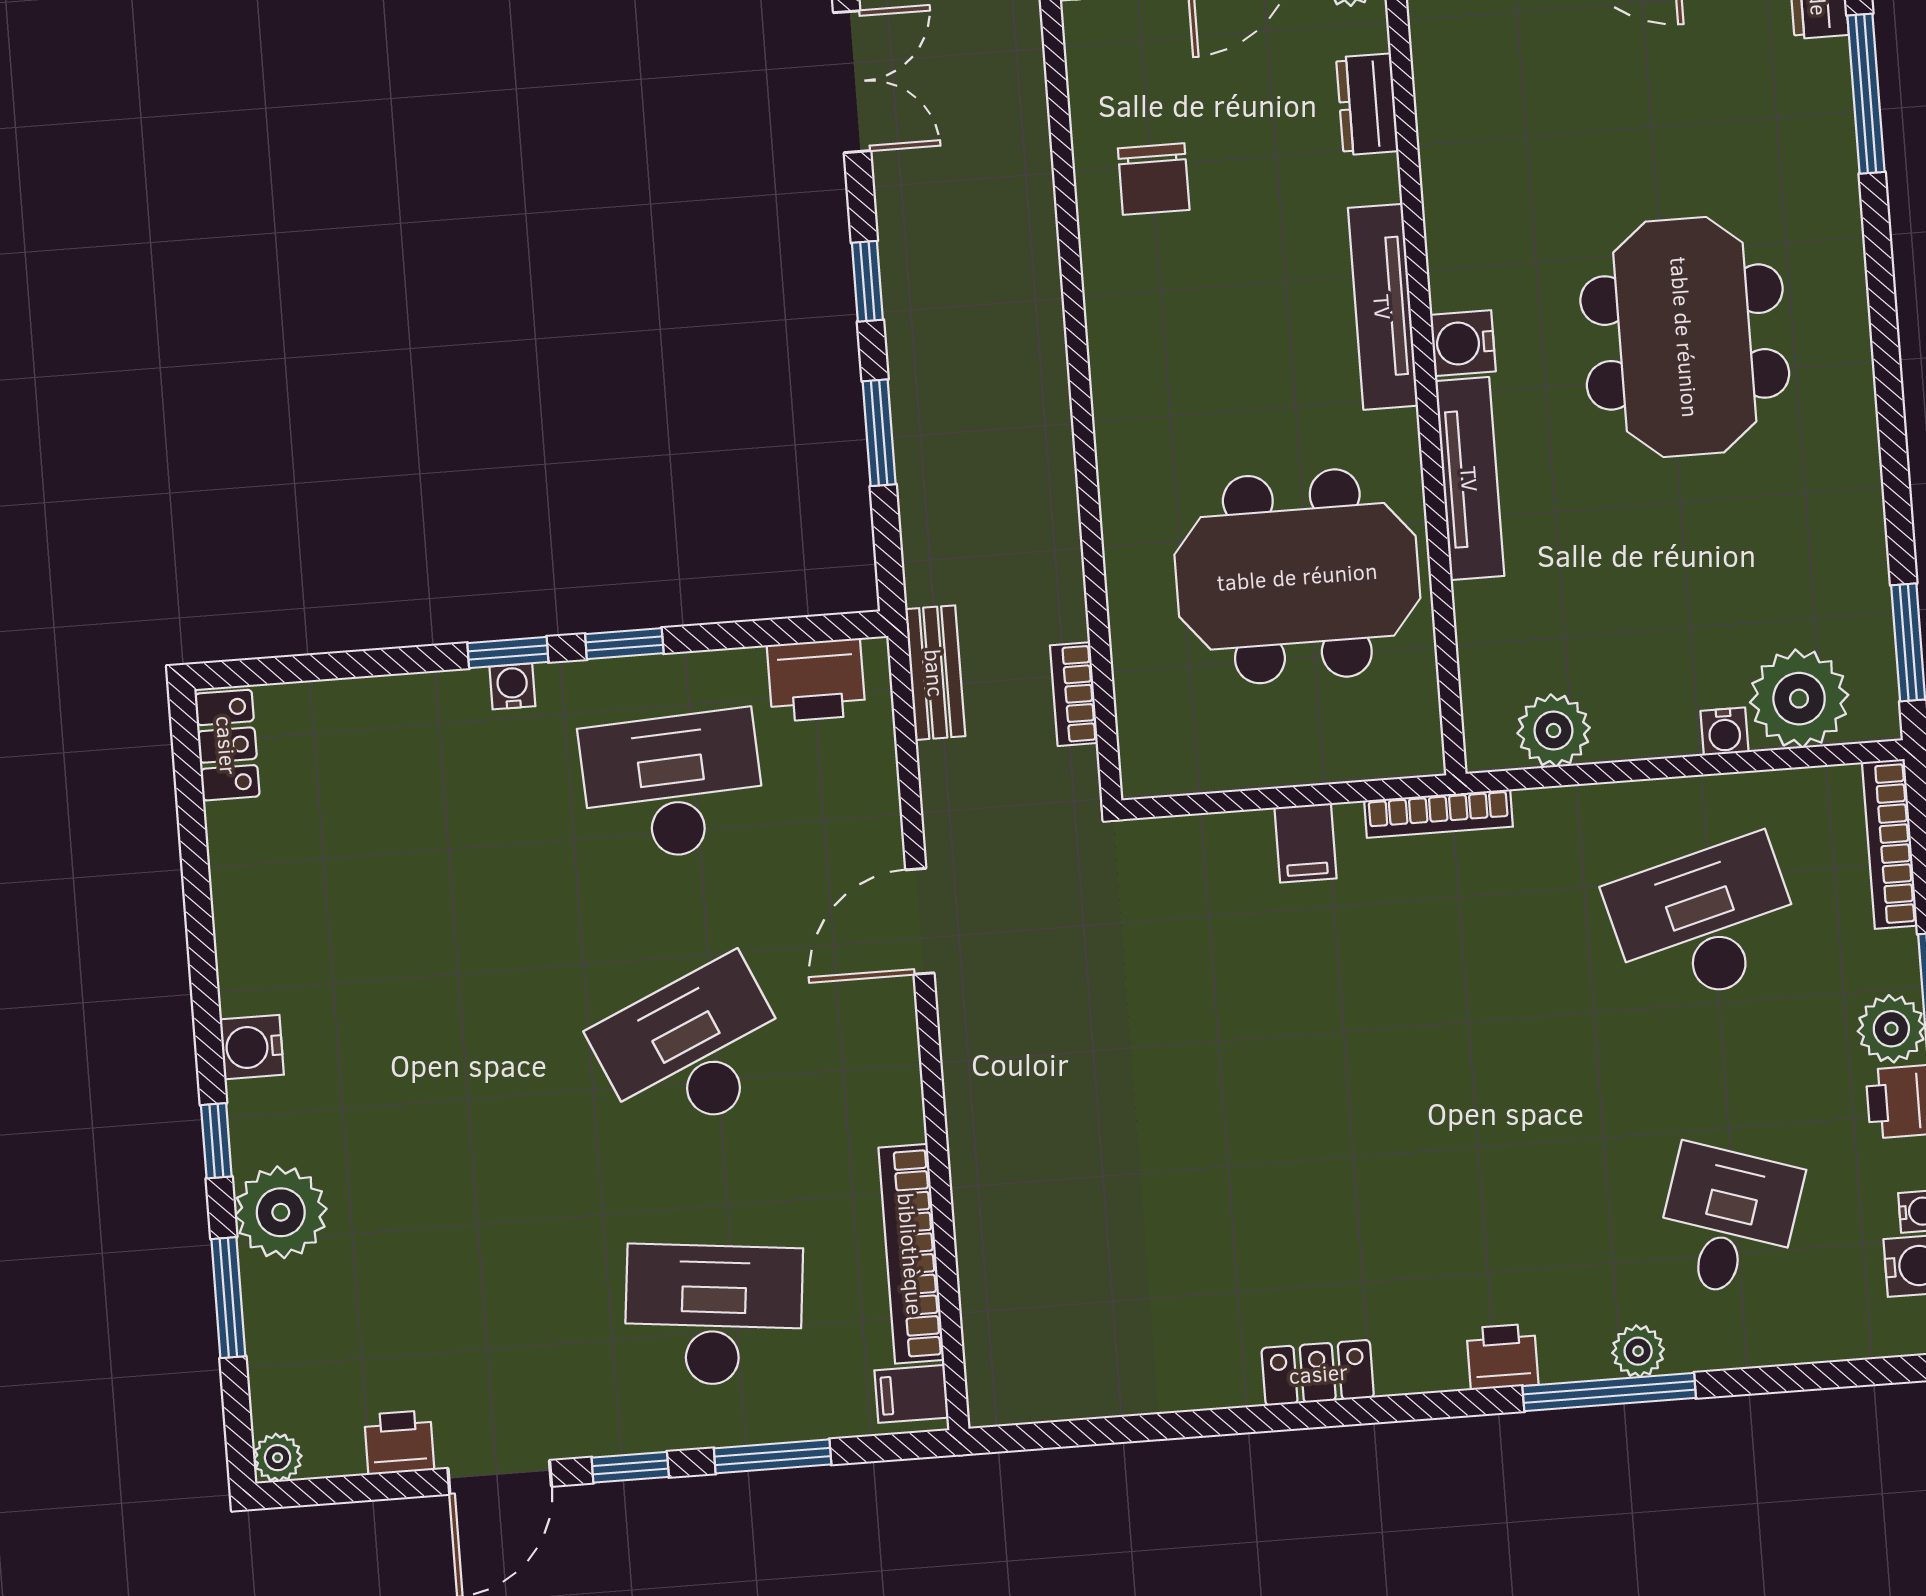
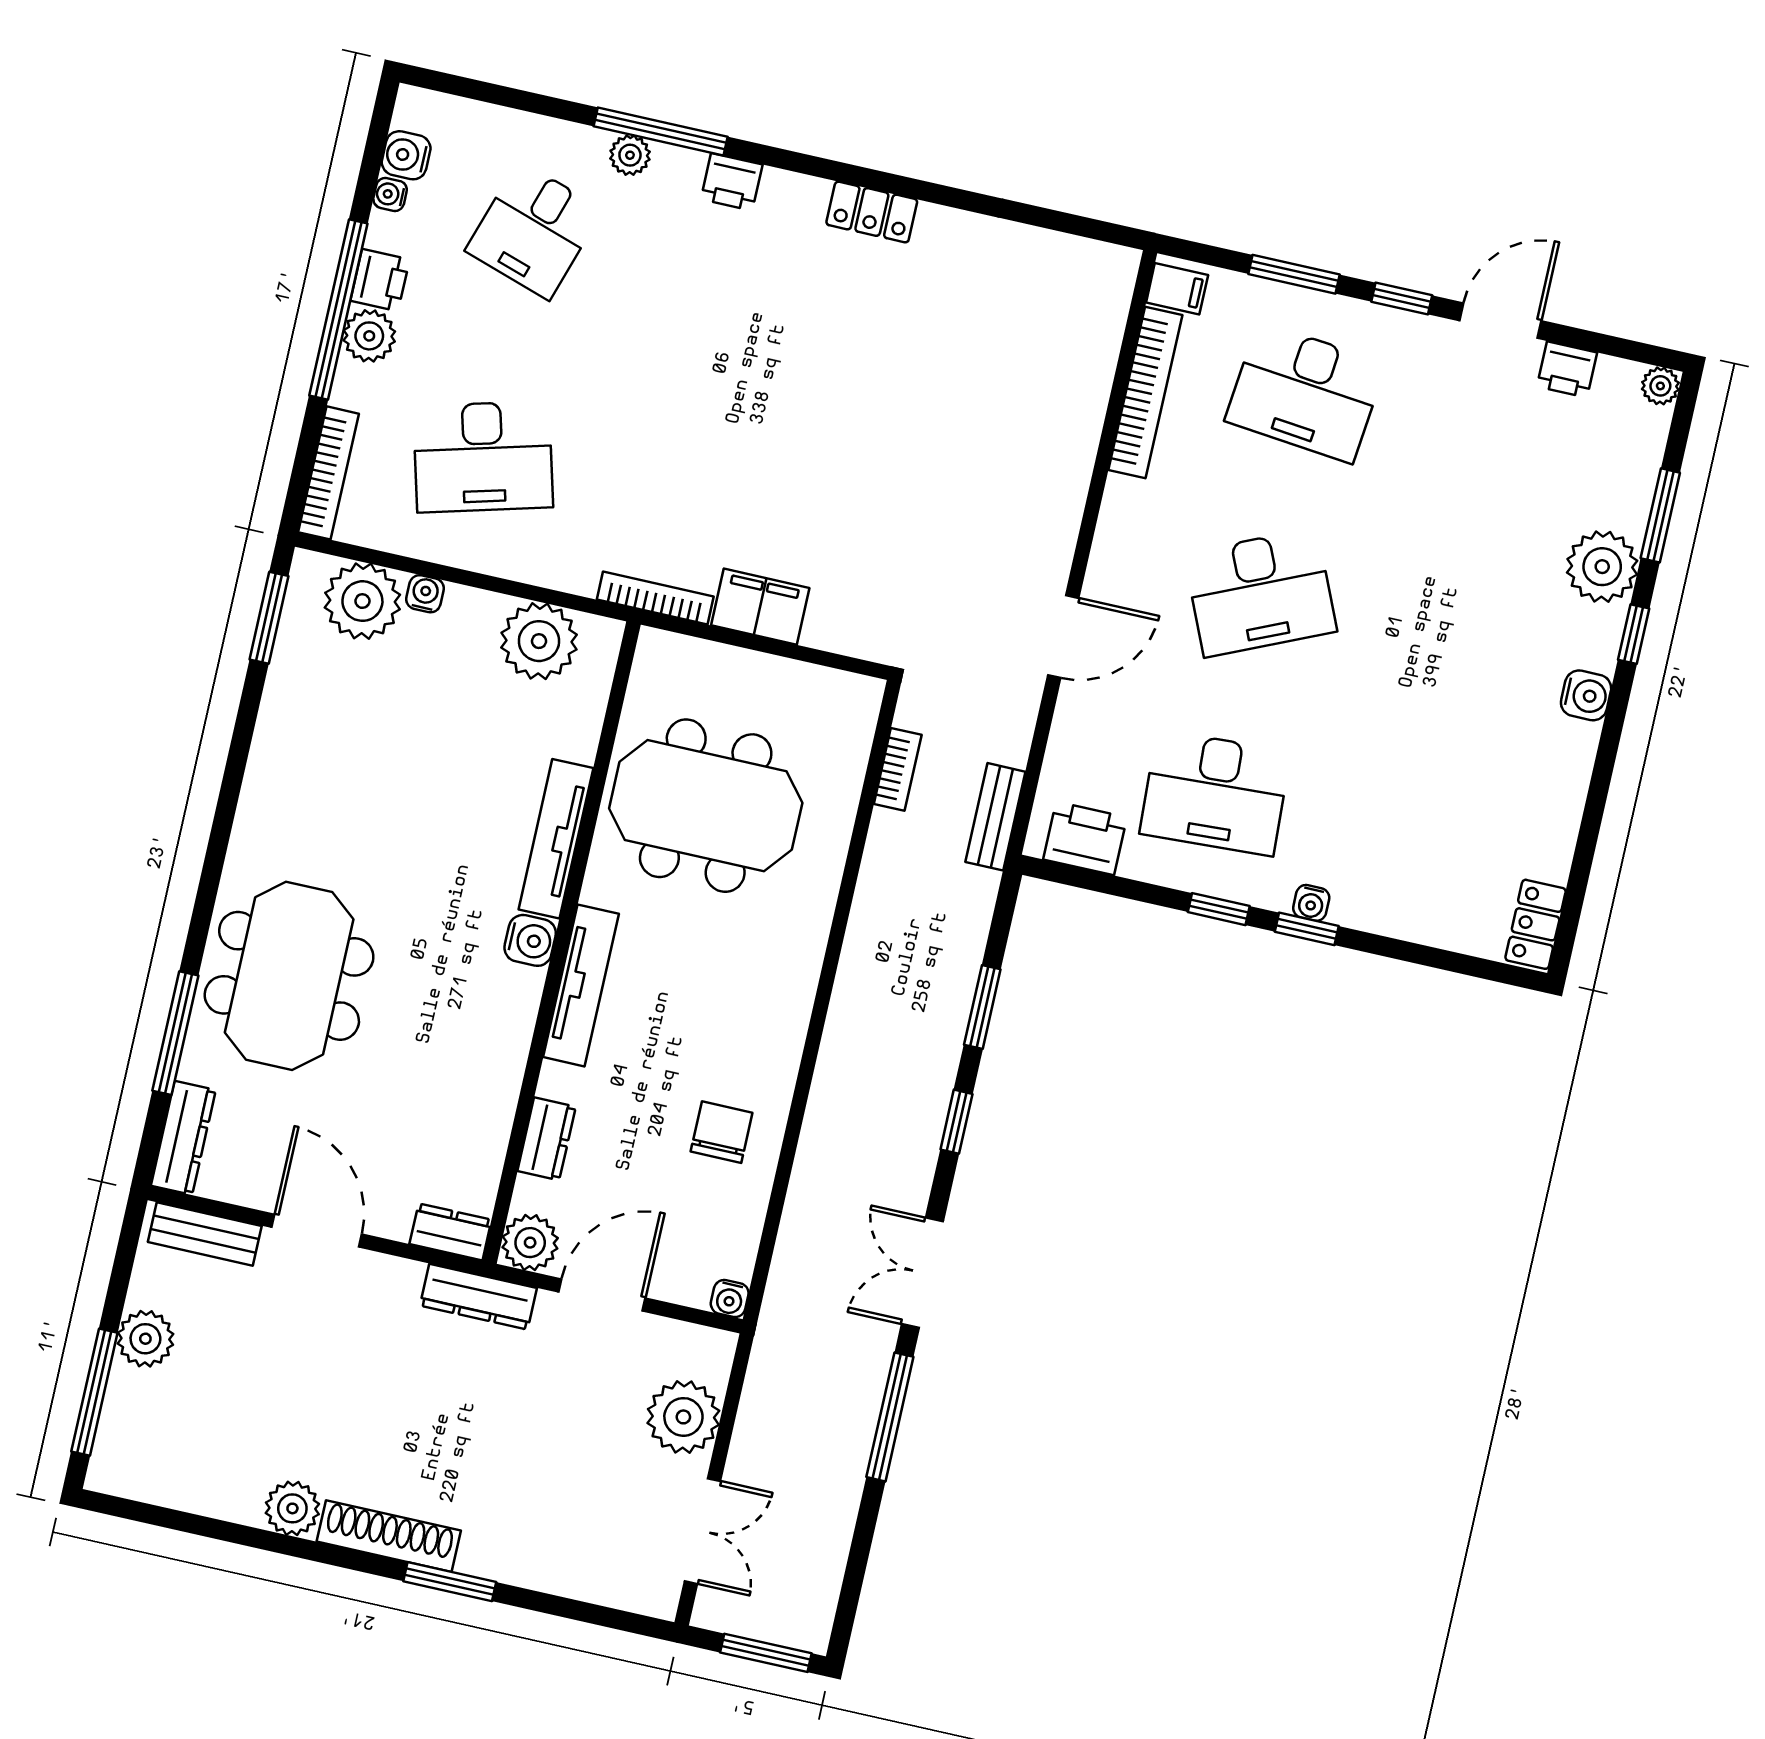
meeting table: (1685, 337) -> (289, 976), moved
plant: (1554, 731) -> (539, 641), width x1.36, depth x1.36
filing cabinet: (1305, 843) -> (760, 607), width x2.00

